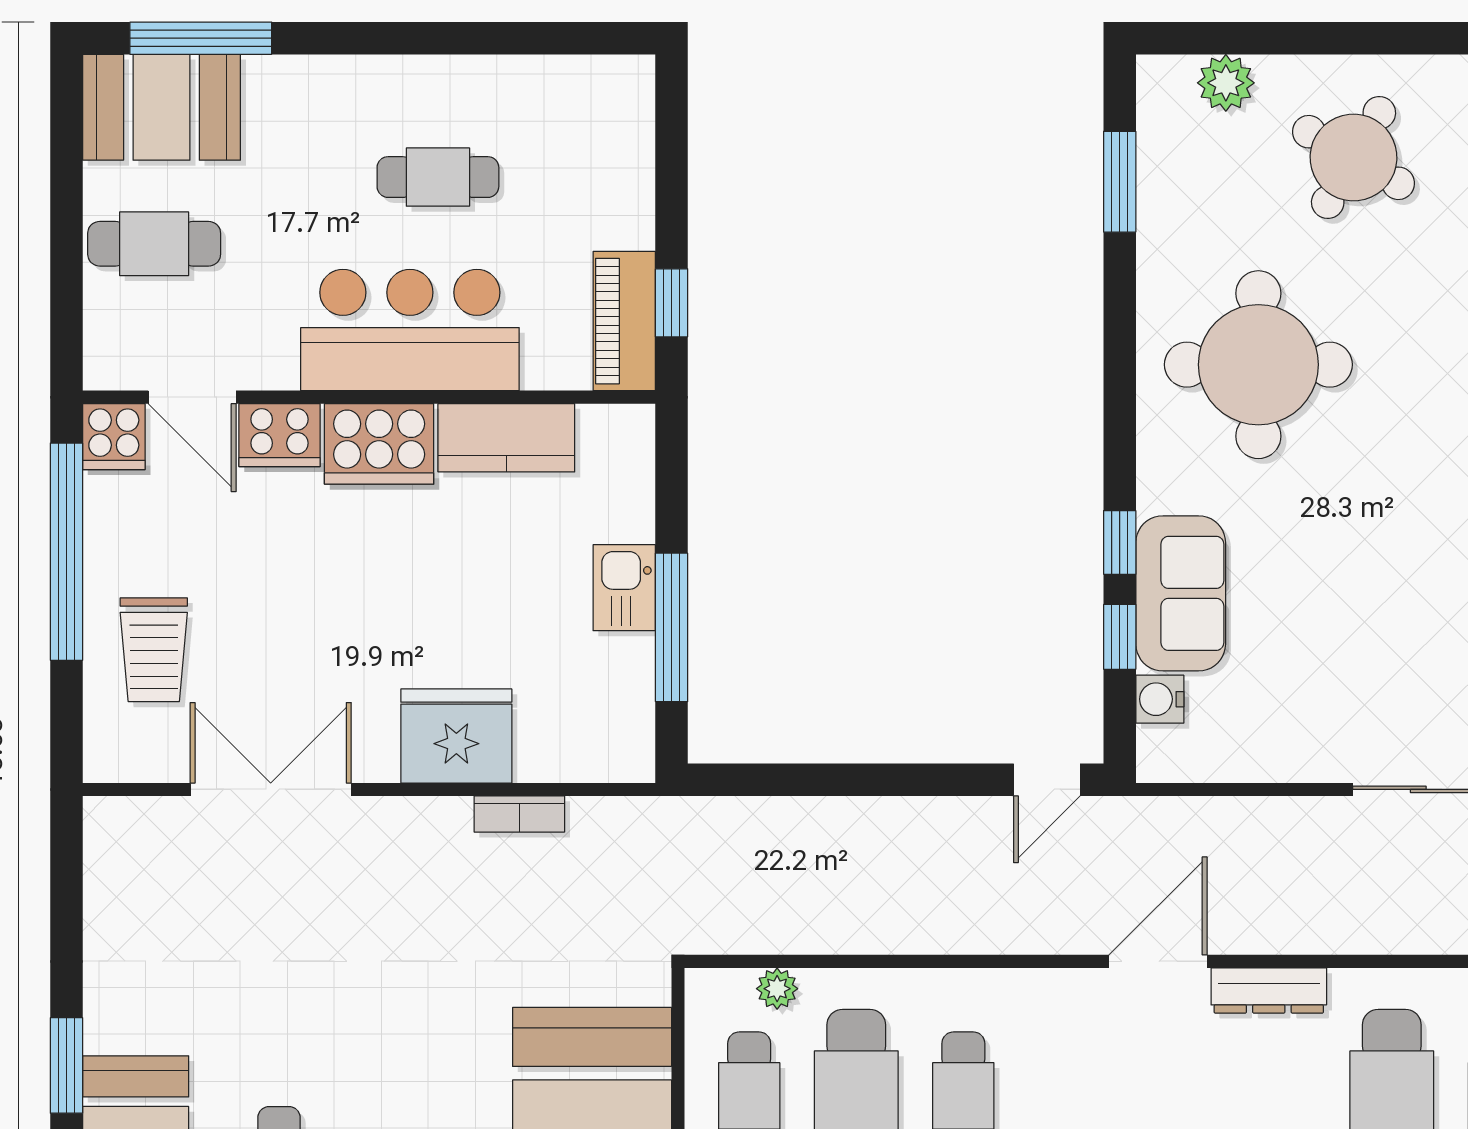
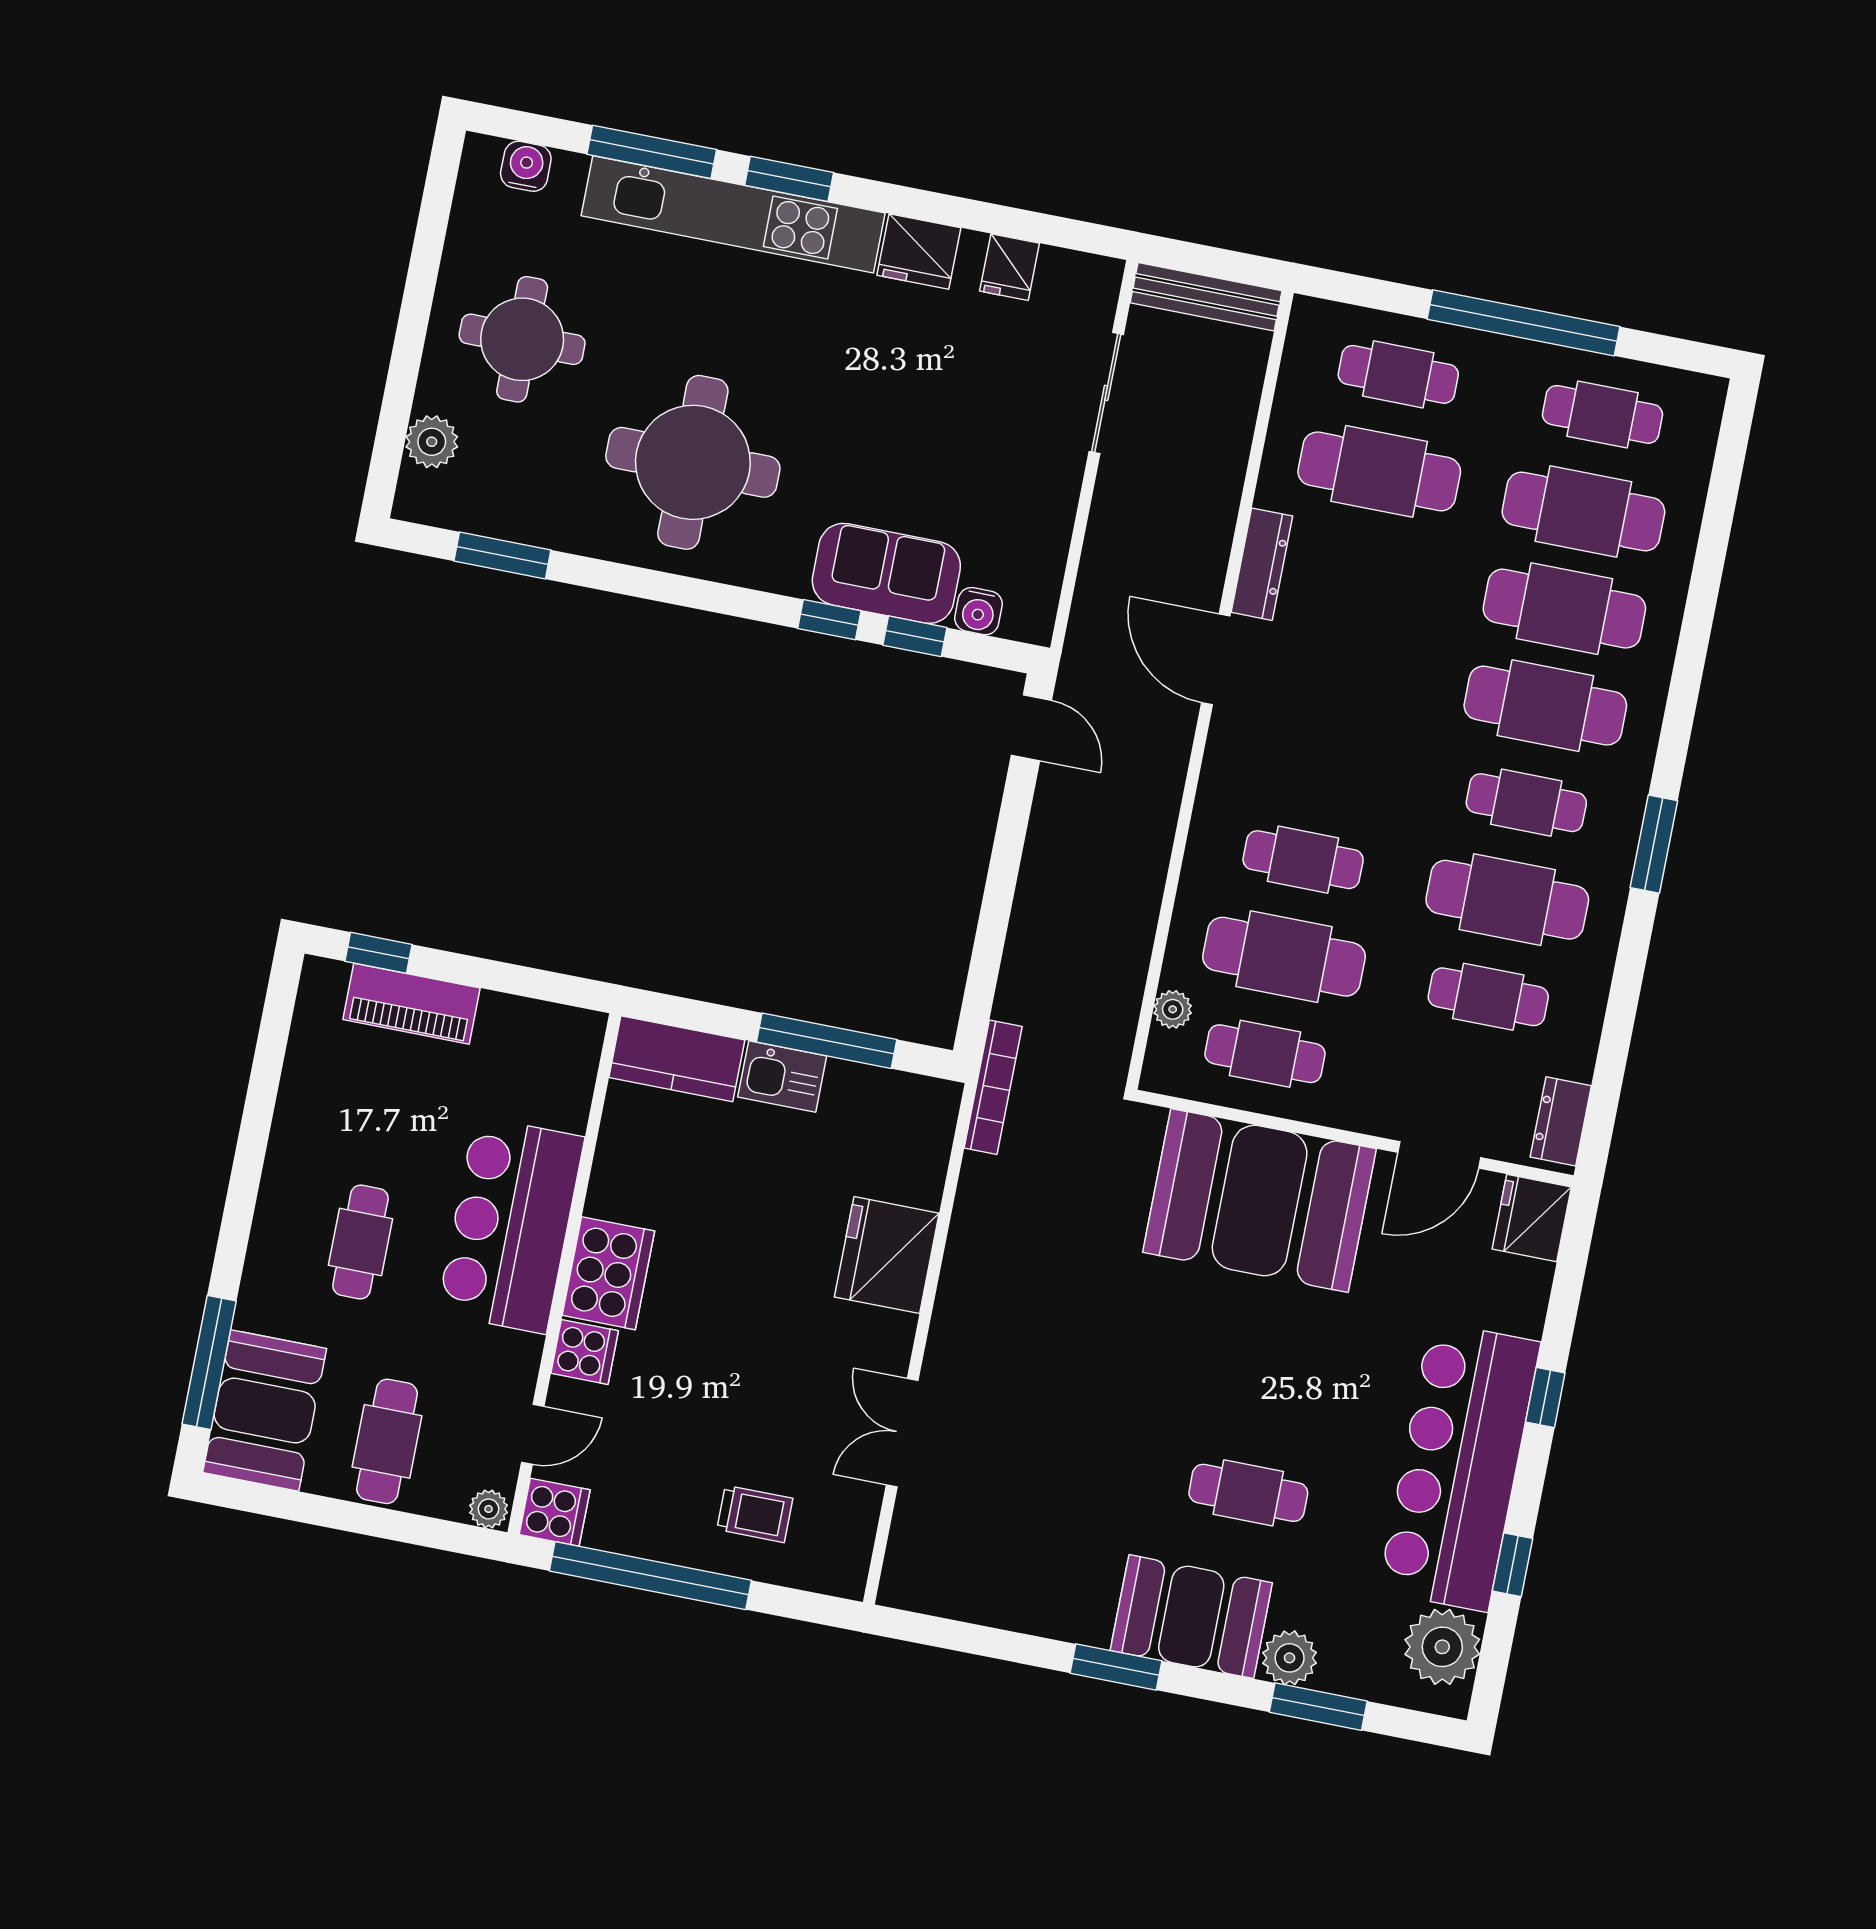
round table: (1354, 158) -> (522, 339), turned -30
cafe table: (438, 177) -> (360, 1242), moved
window: (672, 303) -> (378, 953), moved
piano: (624, 321) -> (412, 1004), moved
plant: (103, 366) -> (489, 1509), added
door: (192, 397) -> (533, 1434), width x0.73
cooker: (280, 435) -> (585, 1352), width x0.73
kitchen counter: (506, 438) -> (677, 1059), moved, turned 90
trolley: (154, 650) -> (755, 1514), width x0.73, depth x0.72
double door: (271, 789) -> (902, 1433), width x0.73
bookcase: (519, 814) -> (993, 1087), moved, width x1.56

